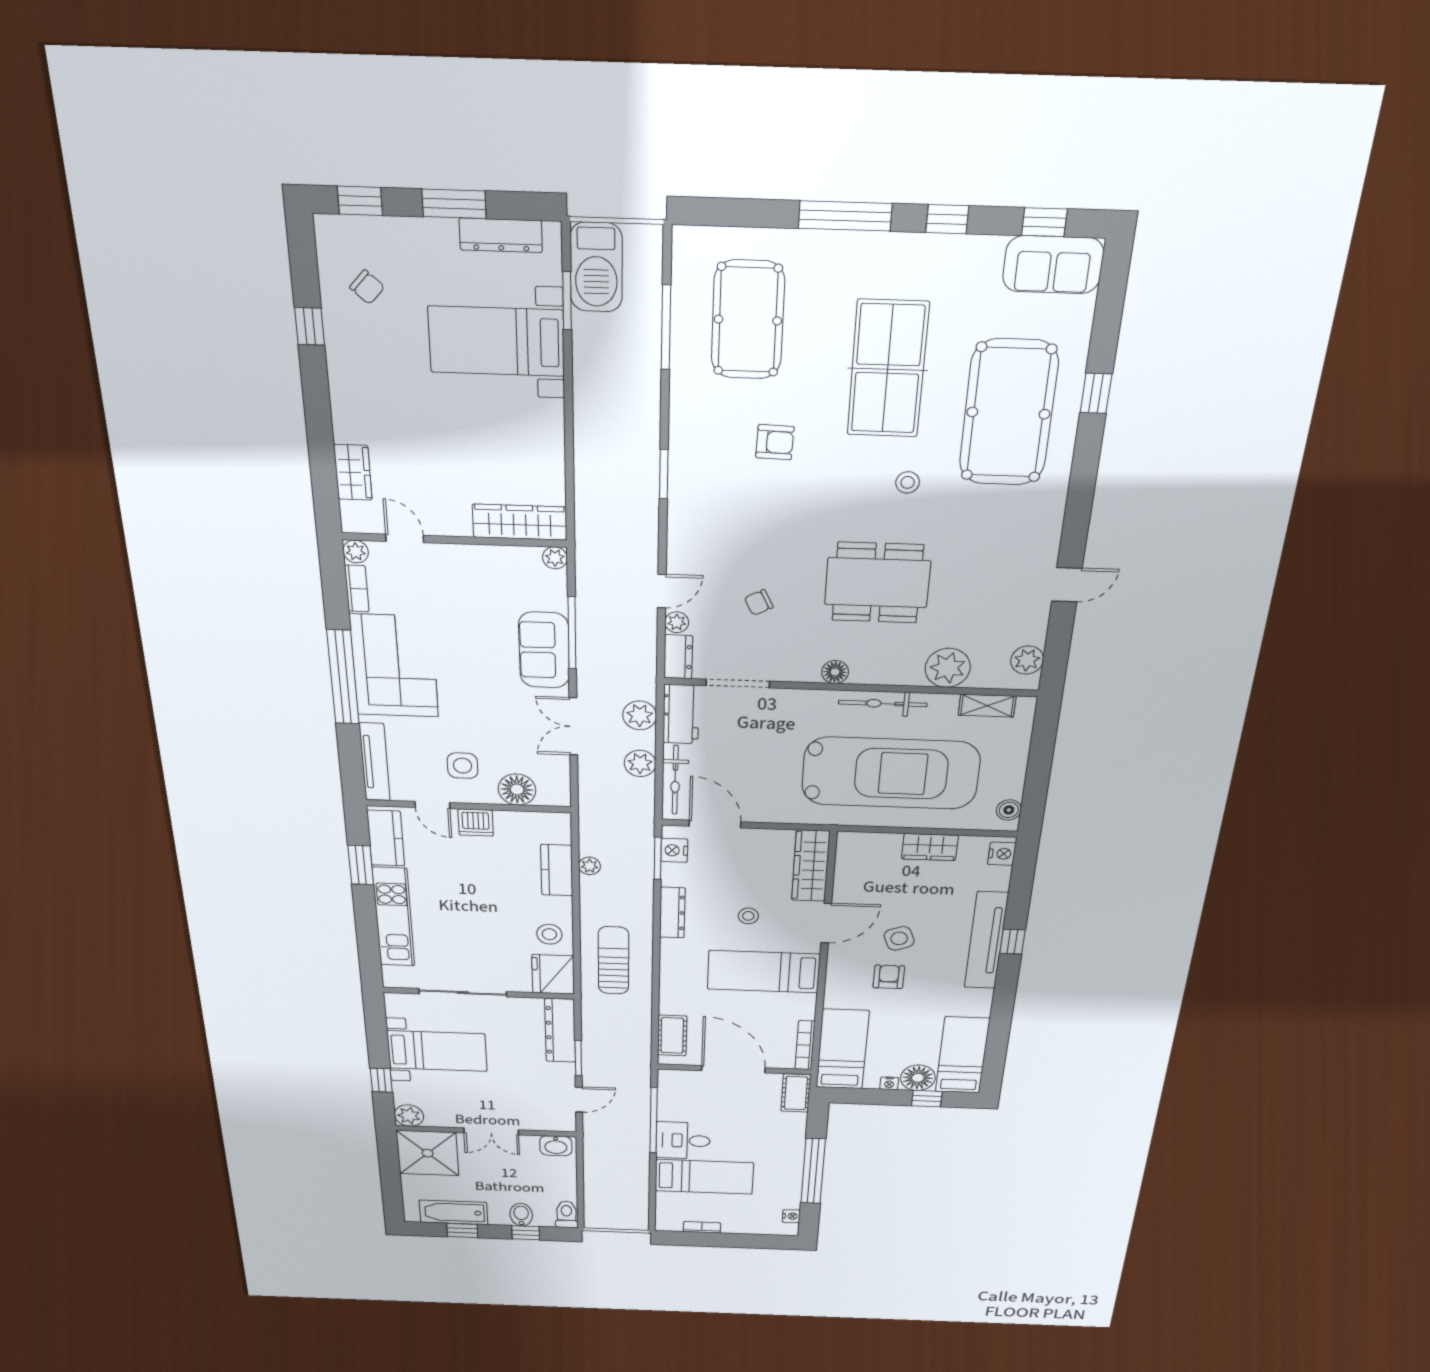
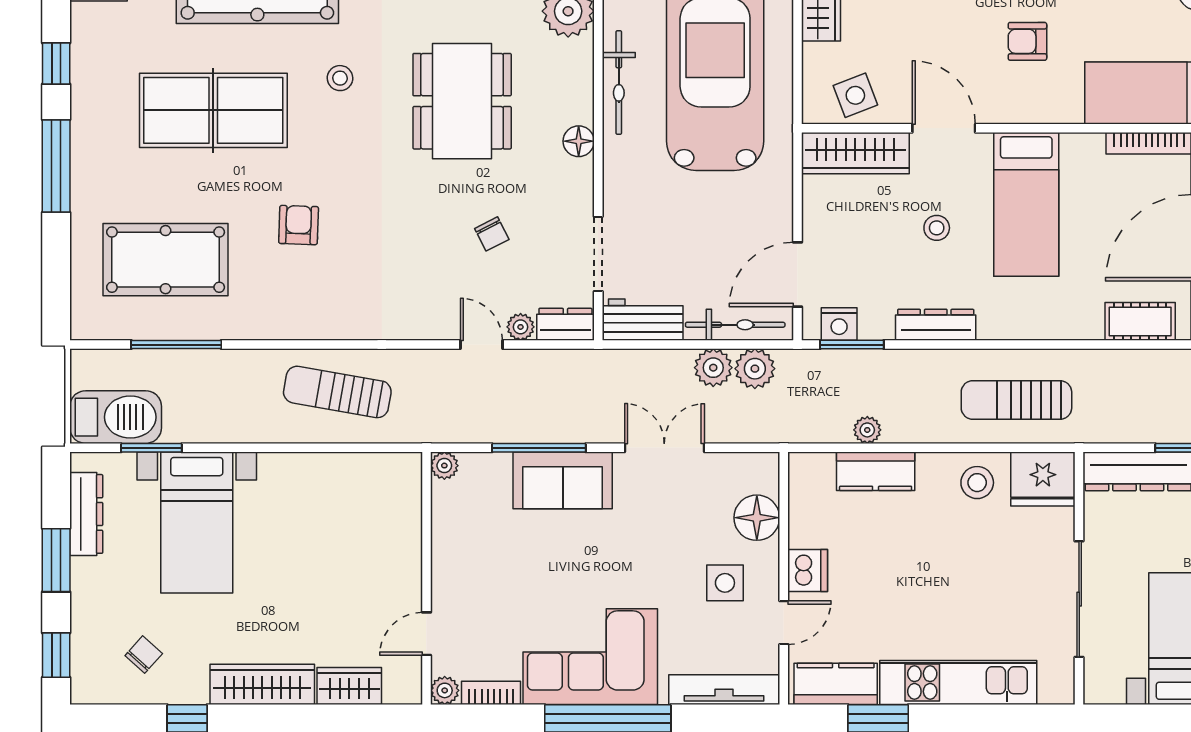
sun lounger: (620, 471) -> (337, 392), added
window: (664, 474) -> (339, 345), removed
wardrobe: (520, 522) -> (262, 684), moved, turned 90
plant: (640, 715) -> (755, 369), moved
double door: (573, 726) -> (664, 448), swing flipped
side table: (899, 938) -> (855, 95), moved

